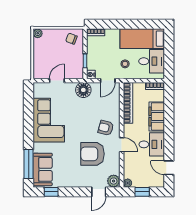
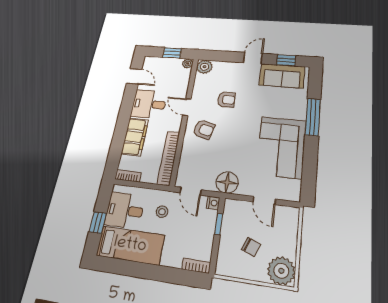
plant: (38, 33) -> (281, 271), width x1.88, depth x1.88
chair: (71, 39) -> (251, 247), moved
window: (169, 50) -> (98, 223), added
door: (57, 81) -> (264, 200), hinge flipped
door: (108, 81) -> (191, 191), swing flipped
armchair: (93, 154) -> (226, 100), width x0.53, depth x0.53
window: (29, 164) -> (313, 117), moved
sofa: (43, 169) -> (282, 76), moved, turned -90
door: (99, 192) -> (253, 58), moved

